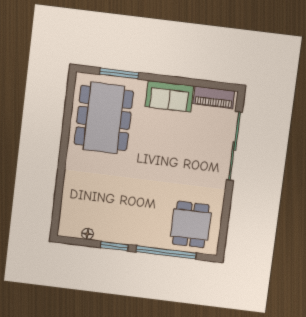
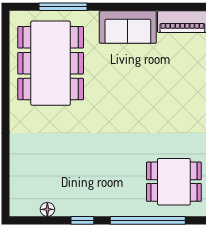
dining table: (191, 224) -> (174, 182), turned 90
window: (114, 246) -> (82, 220), width x0.67

